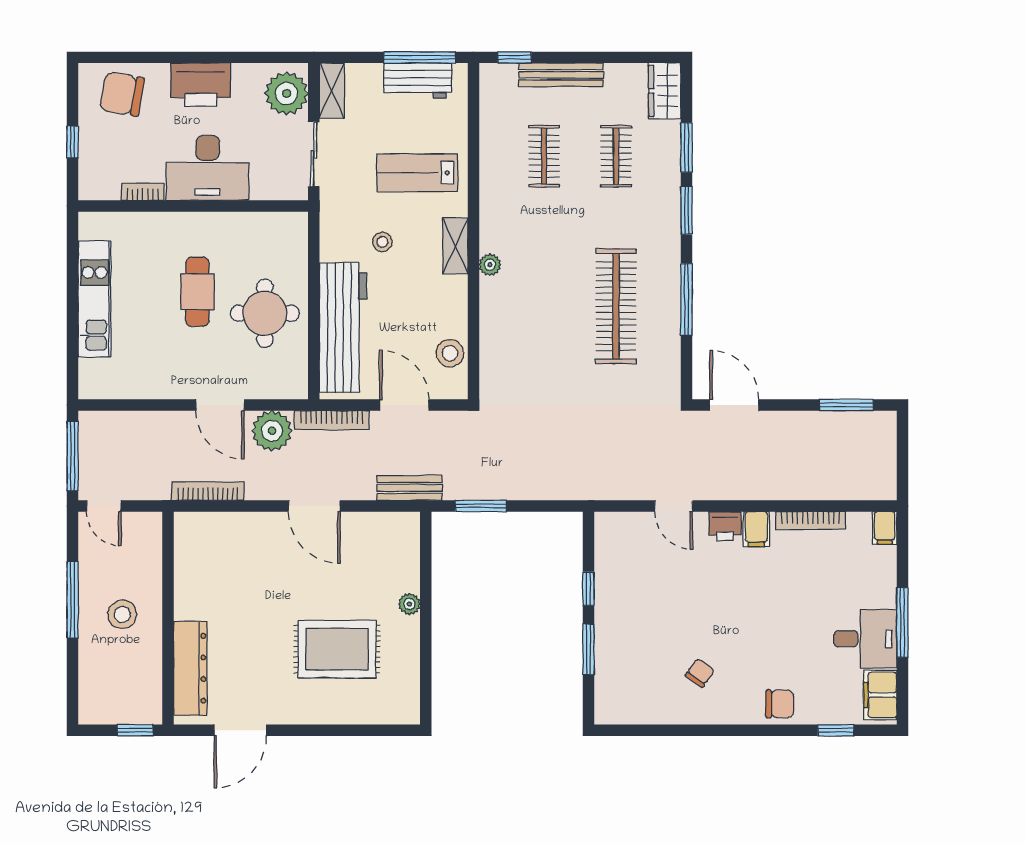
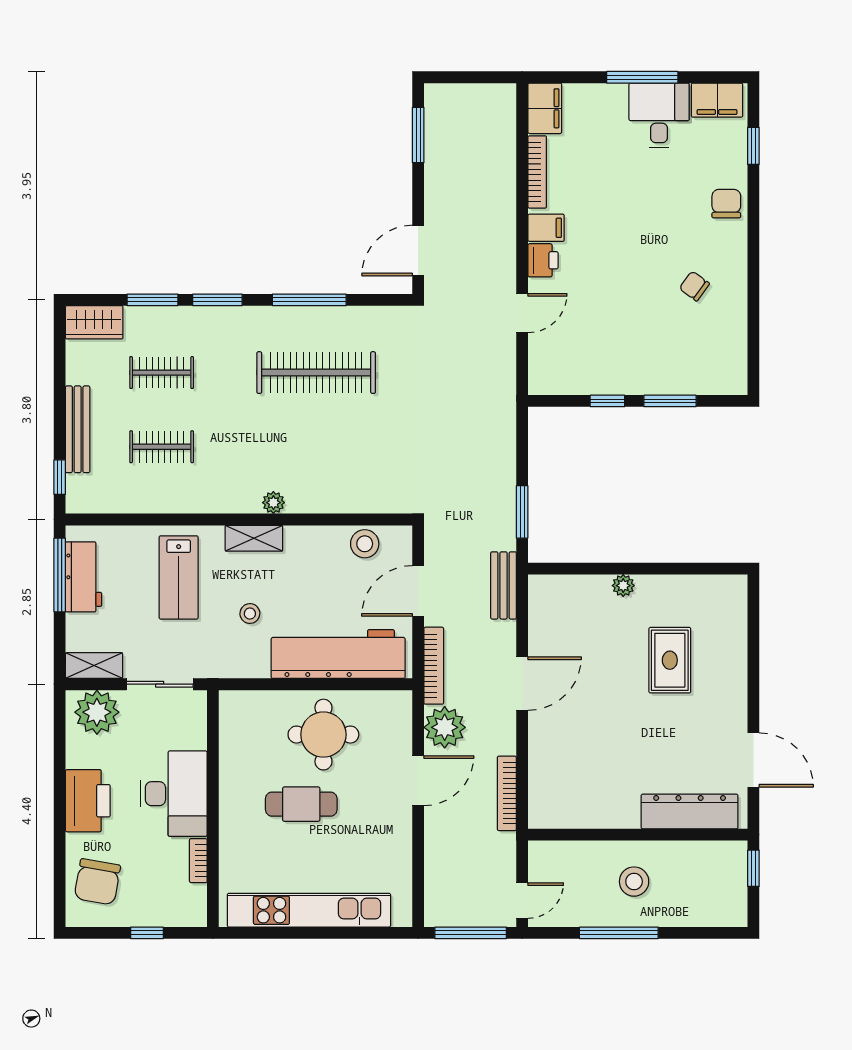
kitchen unit: (95, 299) -> (309, 910), width x1.36
filing cabinet: (885, 528) -> (545, 108), width x2.00
rug: (337, 649) -> (670, 660), width x0.73, depth x0.70

